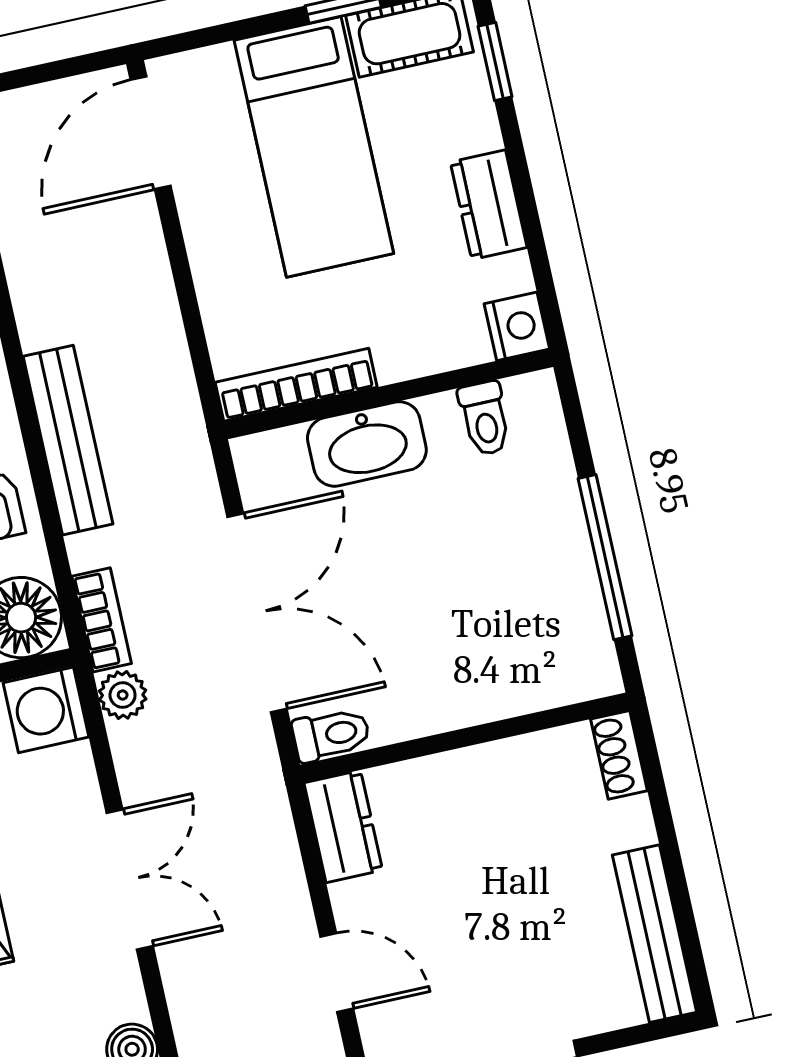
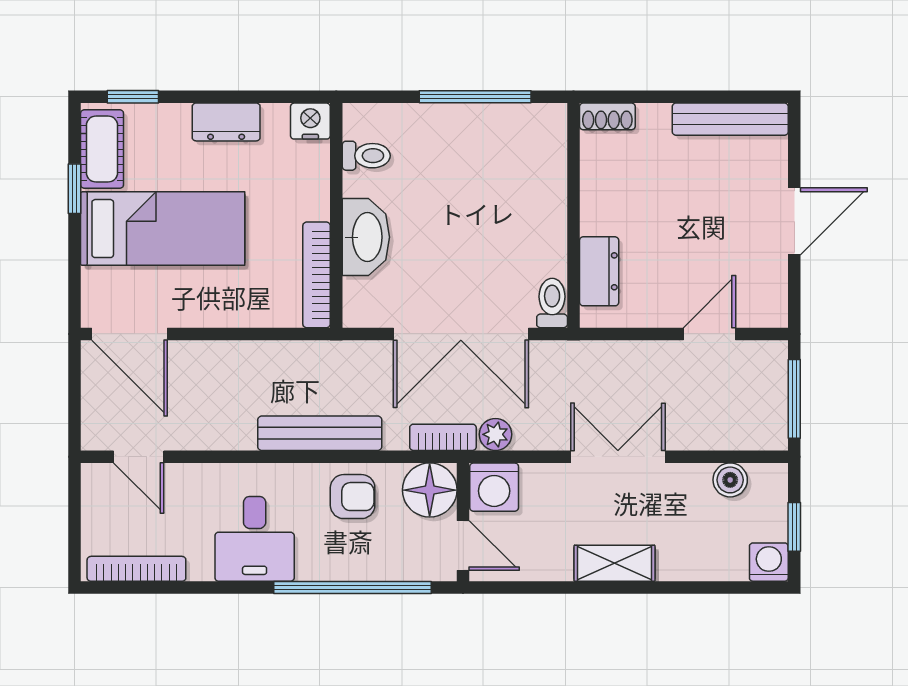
double door: (257, 613) -> (461, 334), swing flipped
dresser: (343, 826) -> (599, 271), moved, turned 90

